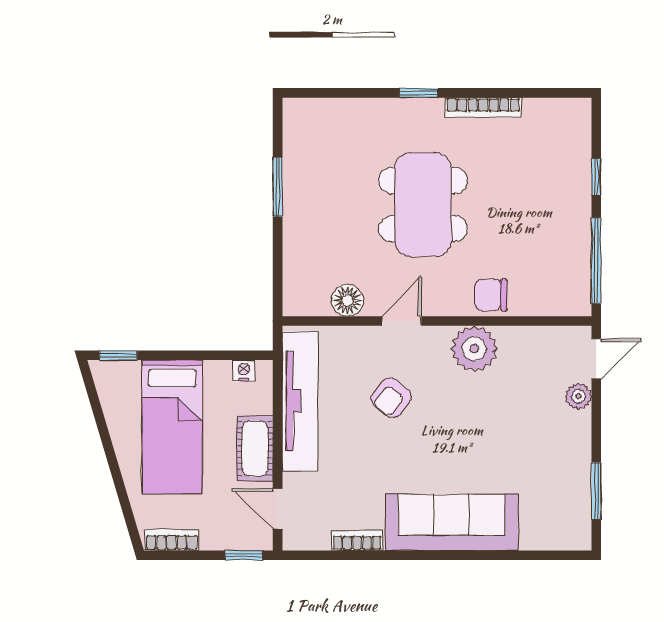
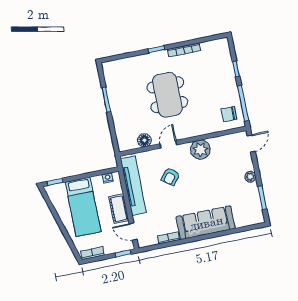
chair: (491, 295) -> (229, 114), moved
plant: (578, 396) -> (250, 177), moved

